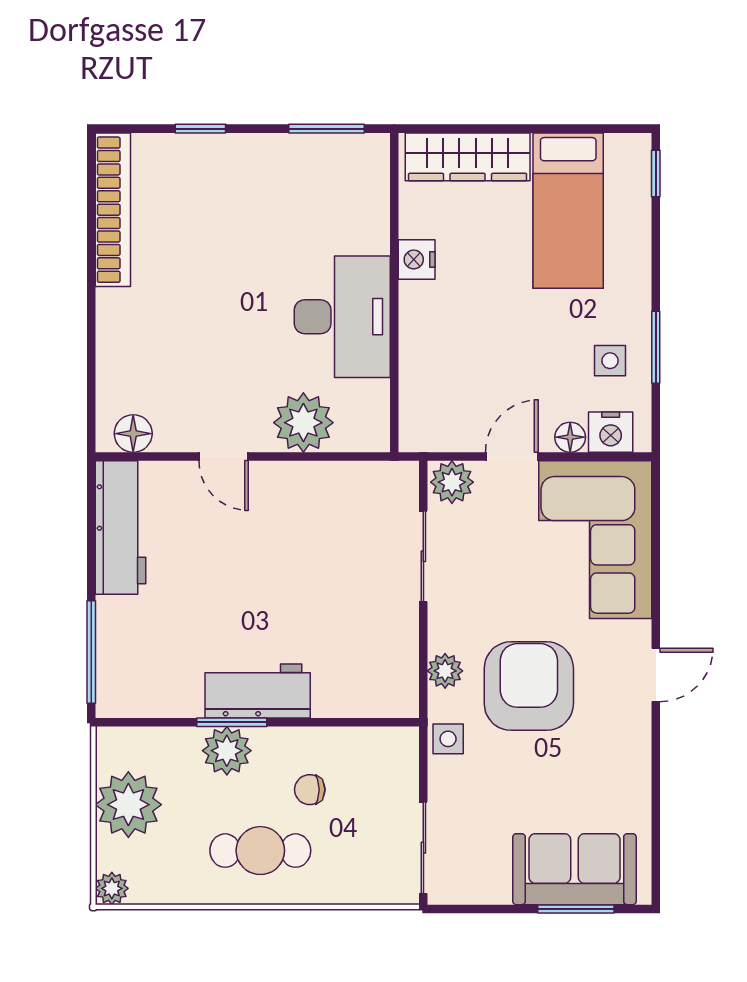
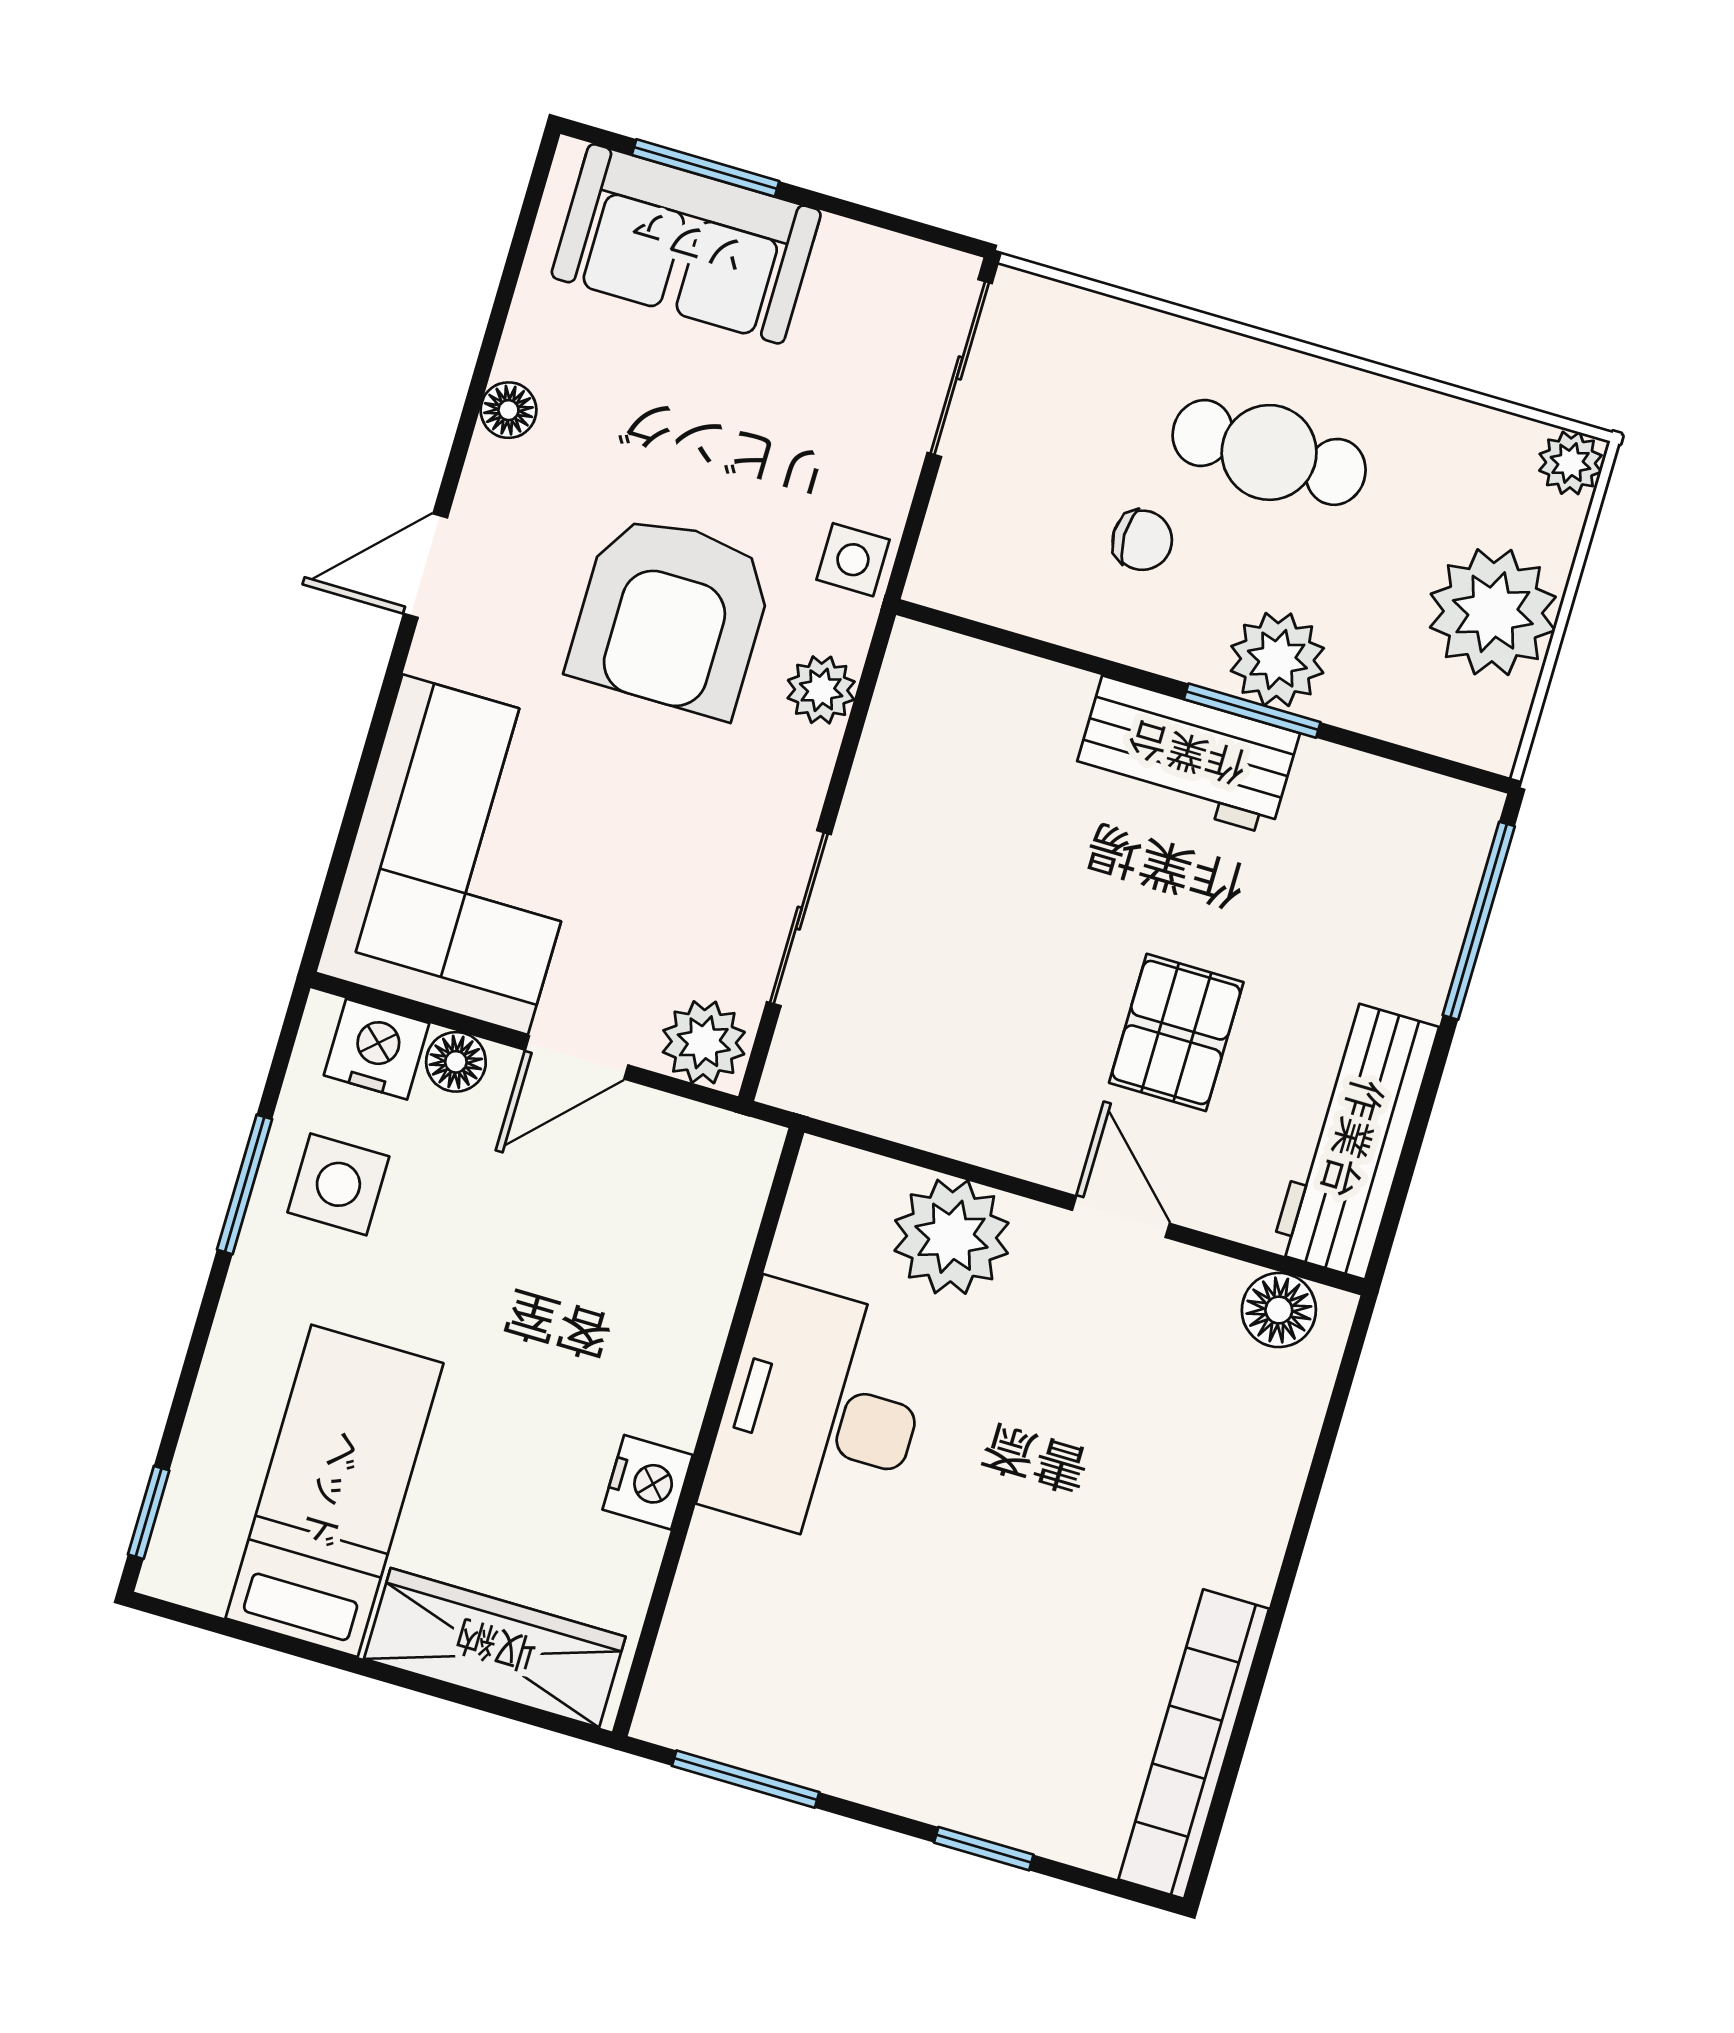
side table: (610, 361) -> (338, 1184), width x1.37, depth x1.37
pallet: (223, 554) -> (1176, 1032), added
floor lamp: (637, 763) -> (508, 410), added

